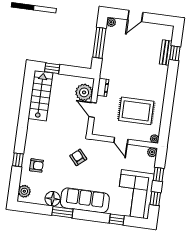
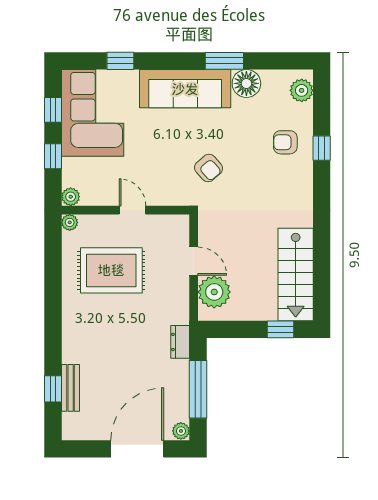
door: (135, 16) -> (137, 449), width x1.88
dresser: (103, 87) -> (180, 342), moved

